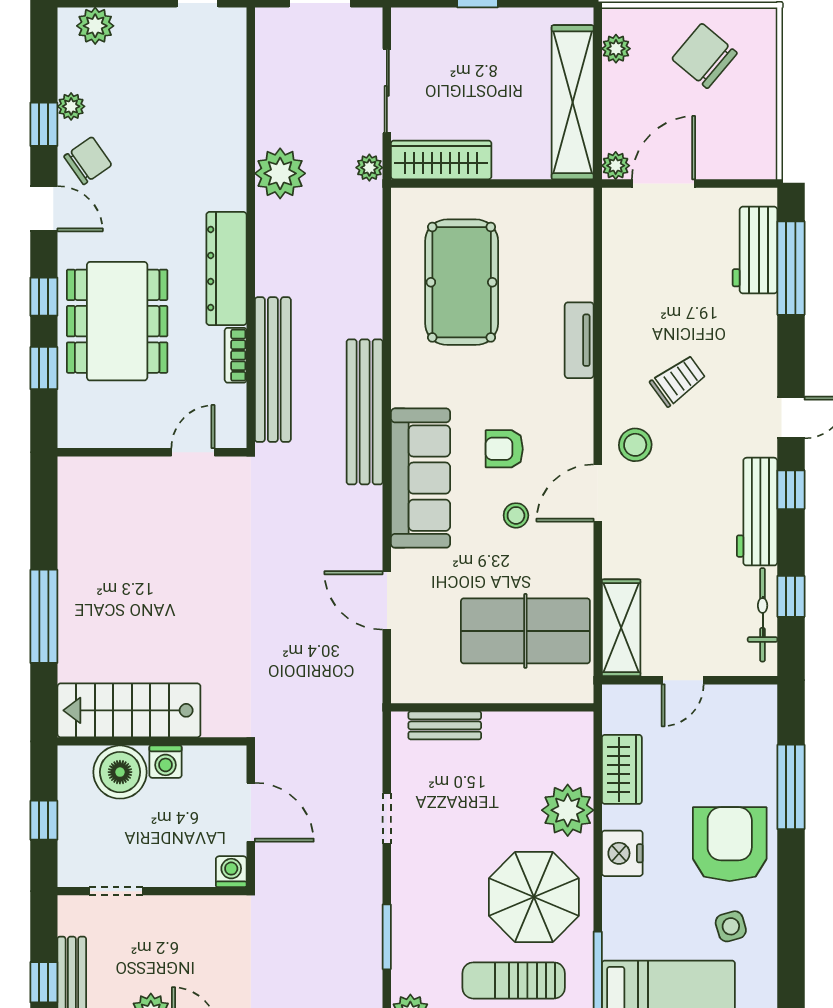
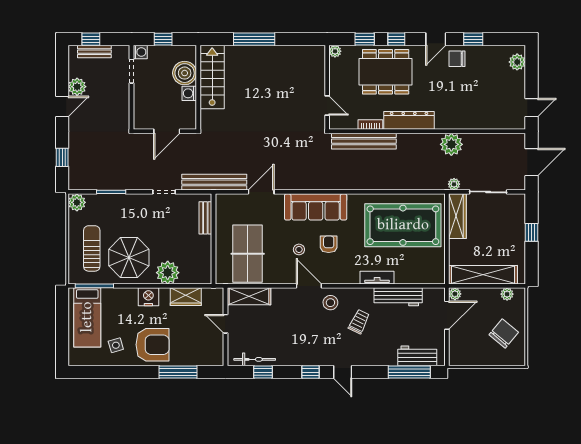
plant: (71, 106) -> (335, 51), moved
chair: (88, 161) -> (457, 59), turned 125
door: (663, 183) -> (447, 315), hinge flipped
pool table: (462, 282) -> (403, 225), width x1.36, depth x1.32
trolley: (678, 381) -> (359, 322), turned -118
bench: (365, 412) -> (214, 182), moved
workbench: (757, 512) -> (398, 297), moved, turned 180
washing machine: (231, 872) -> (140, 52), moved

